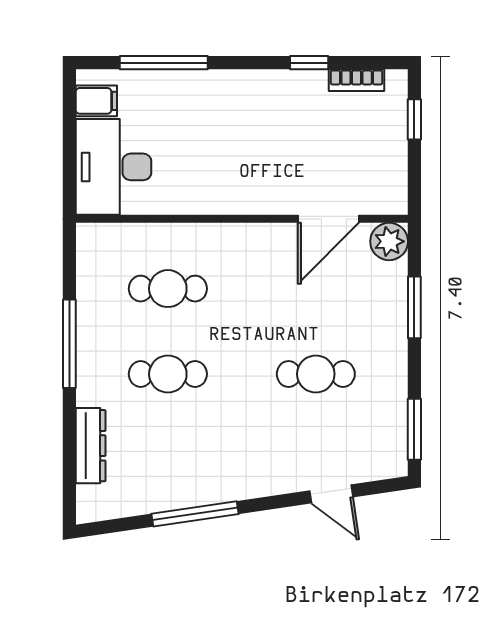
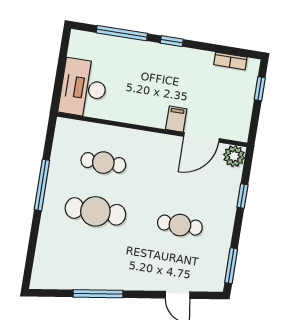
window: (309, 63) -> (172, 41), moved
filing cabinet: (96, 101) -> (176, 119), moved, turned -90
window: (414, 307) -> (242, 196), width x0.67
cafe table: (168, 374) -> (95, 211), width x1.37, depth x1.35
dresser: (91, 446) -> (45, 245), removed

